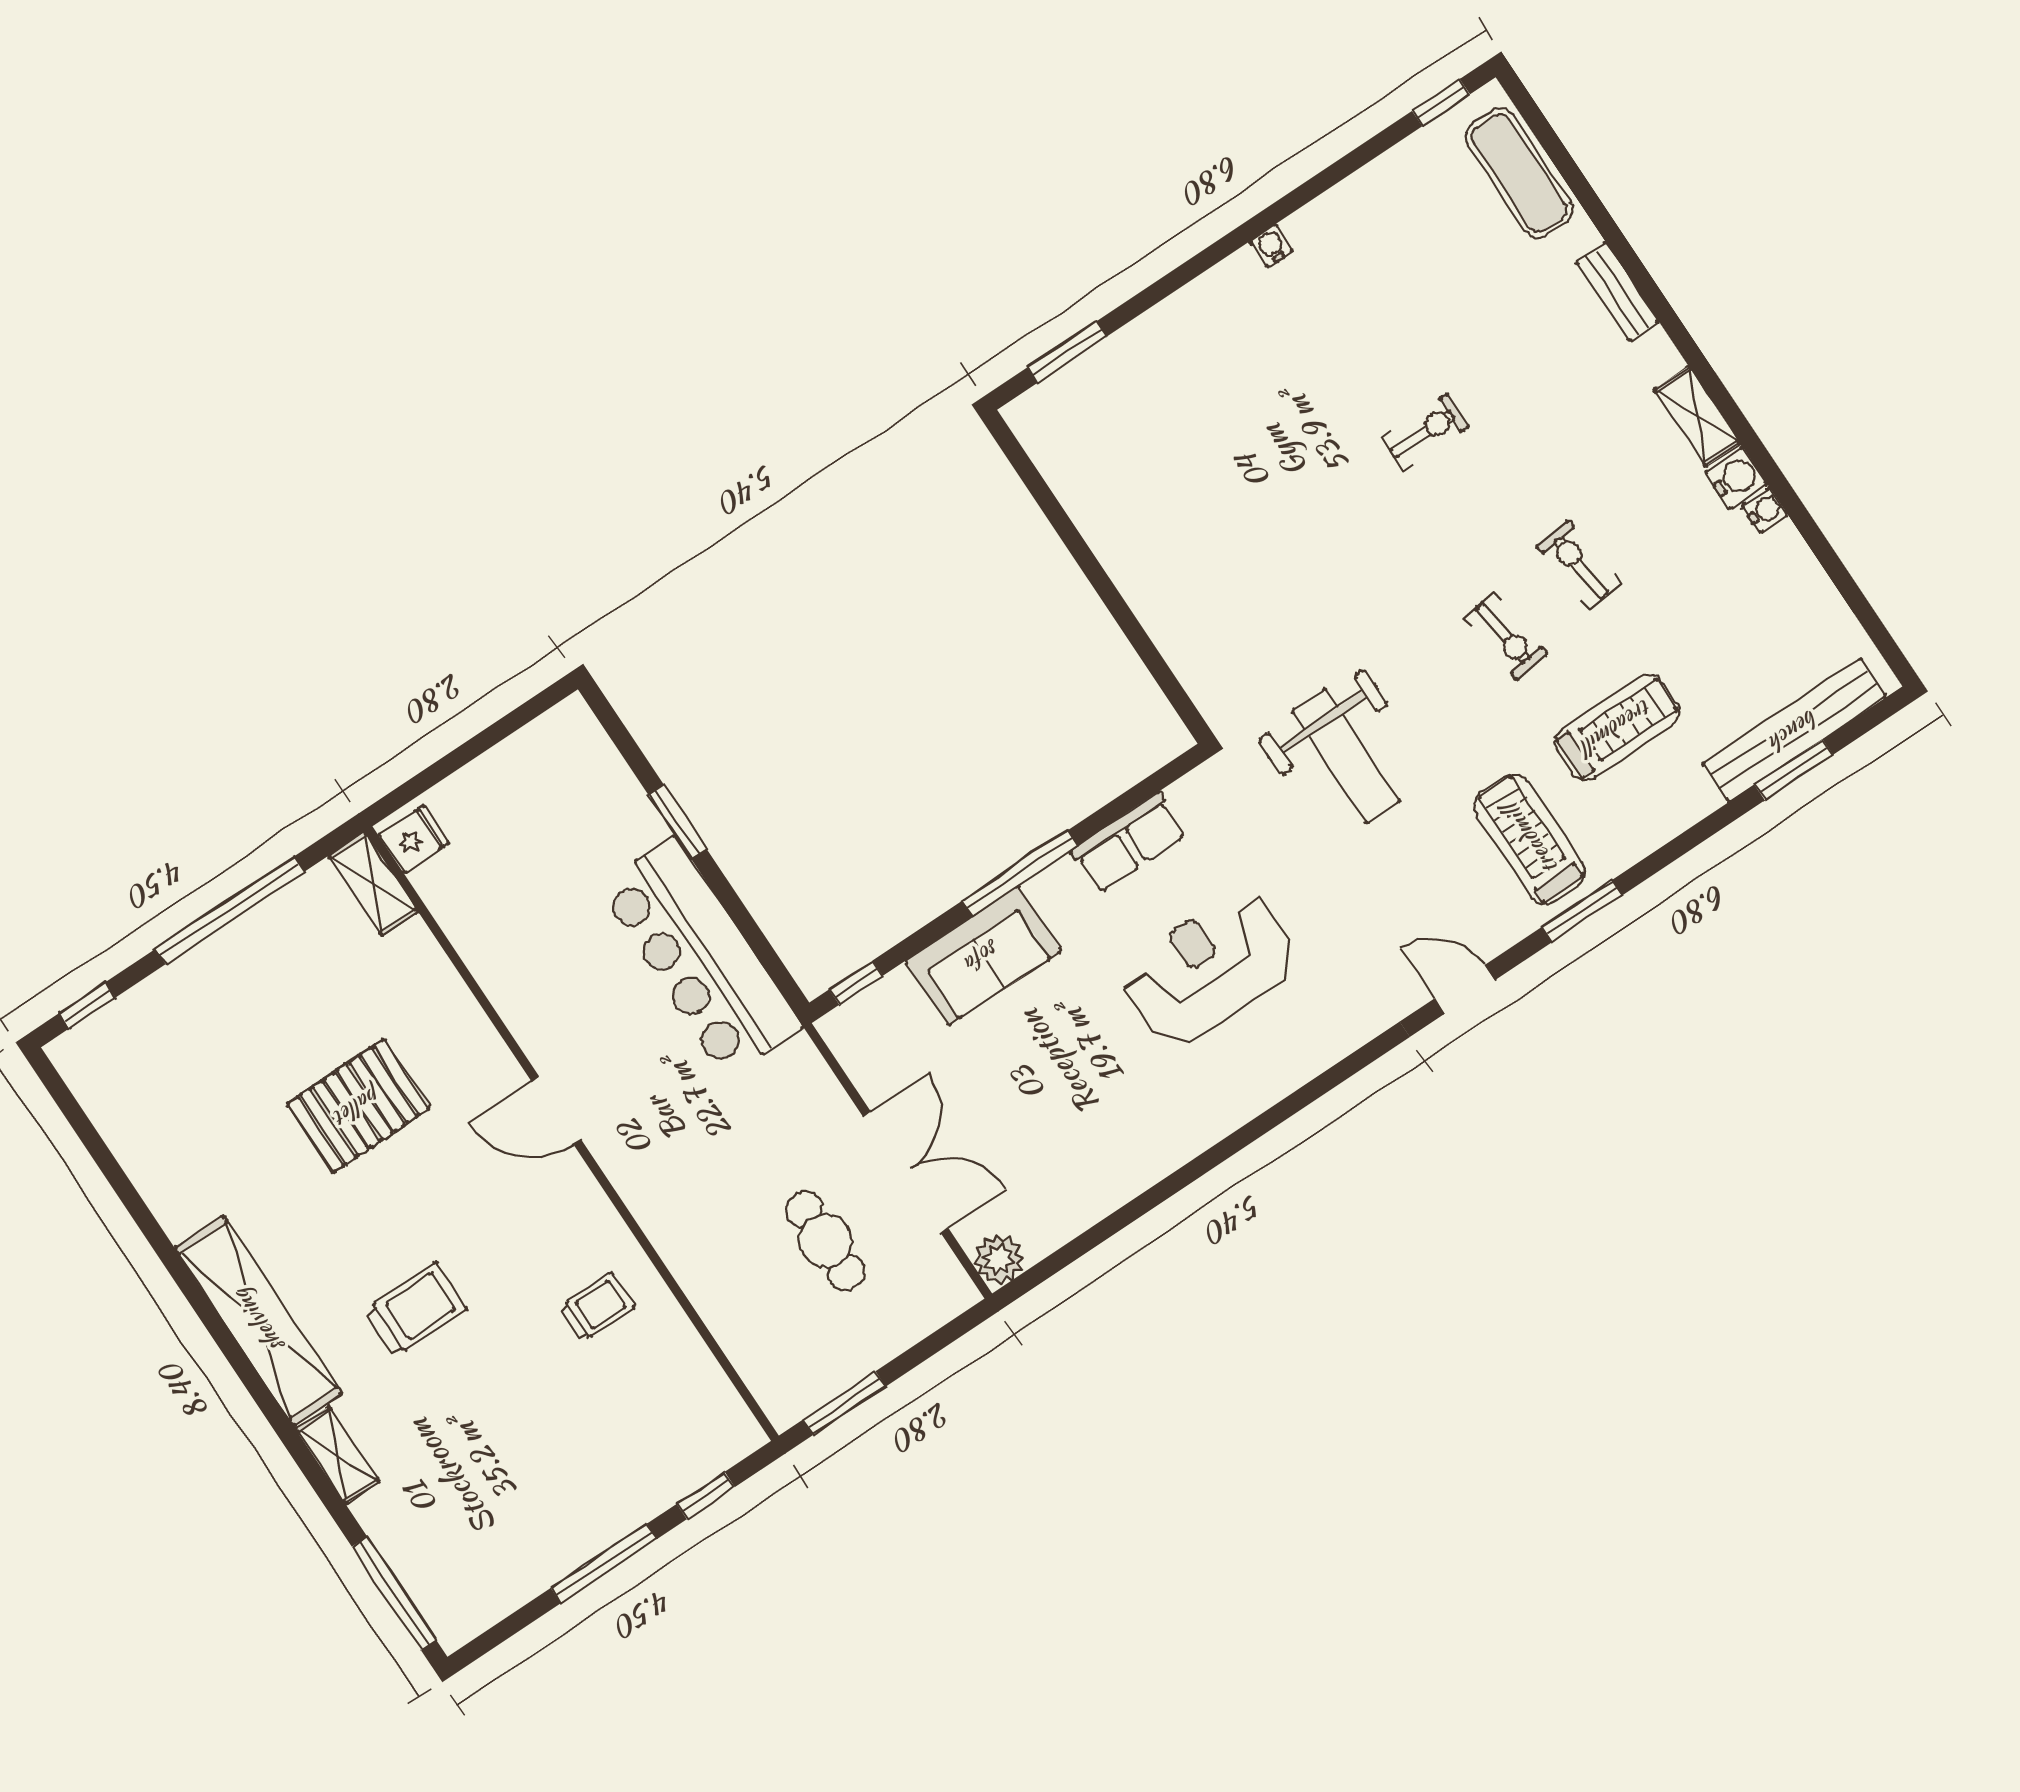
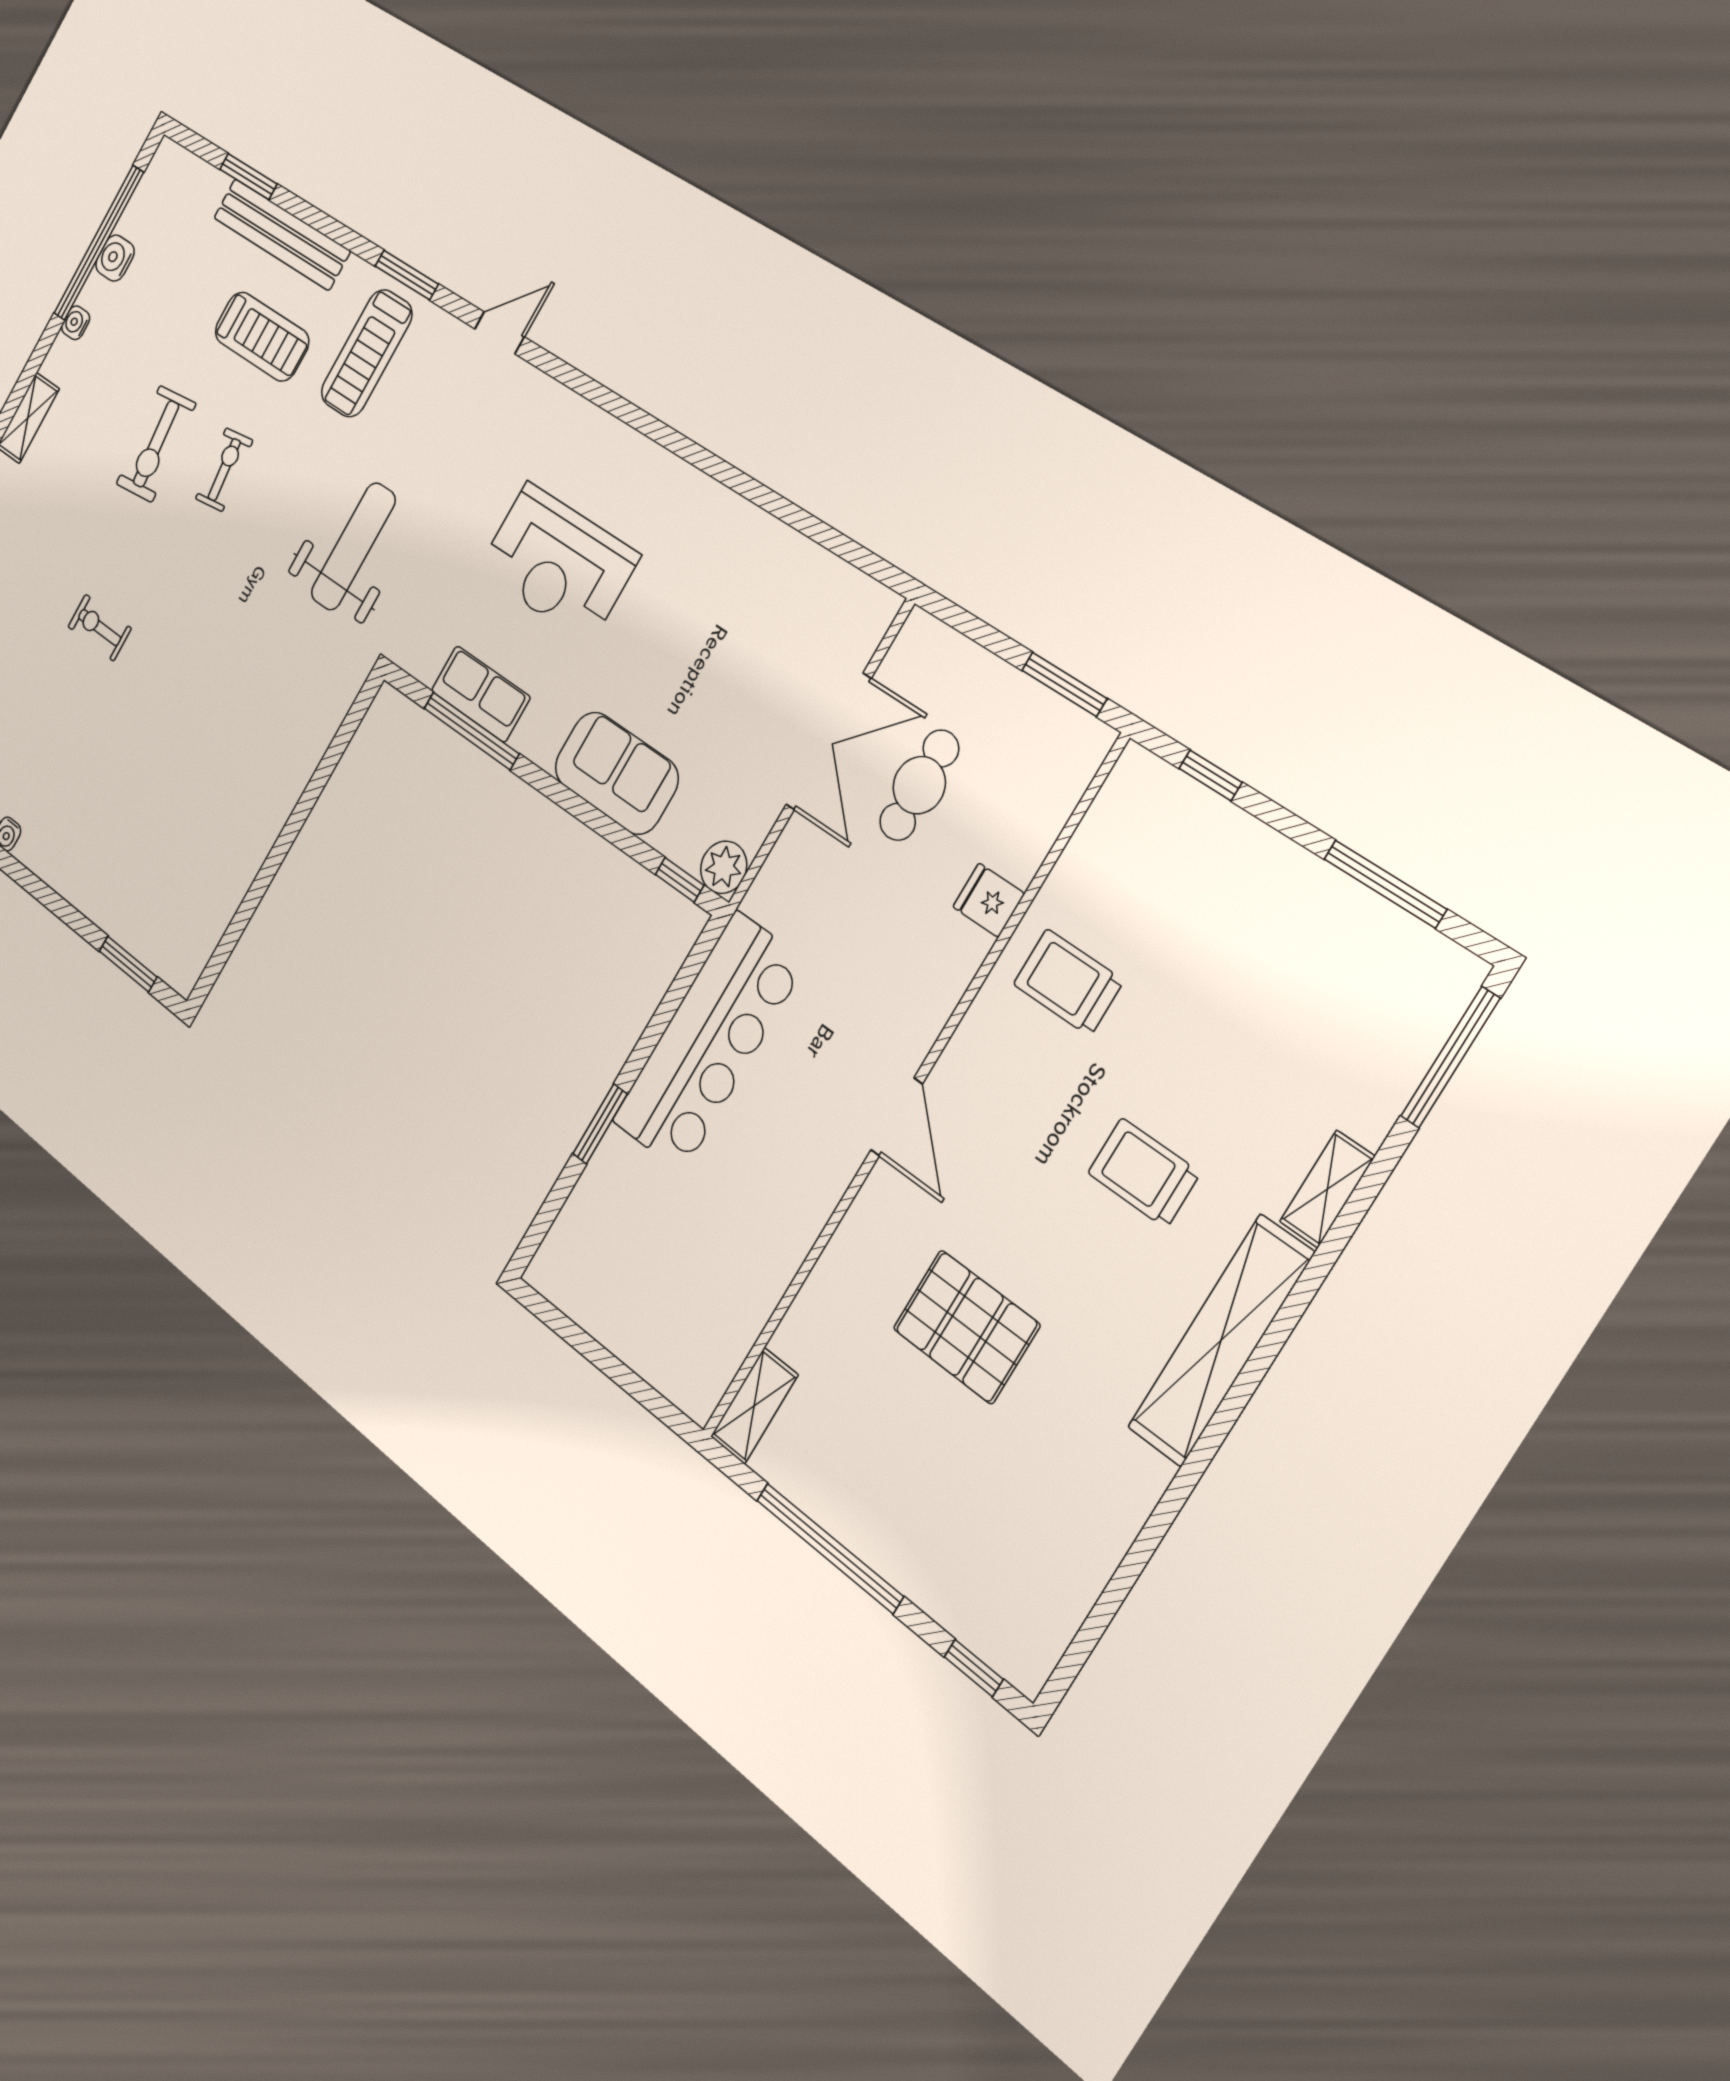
water cooler: (1736, 478) -> (115, 258), moved
exercise bike: (1579, 565) -> (156, 444), width x1.38, depth x1.39
window: (1834, 568) -> (99, 243), added
treadmill: (1617, 727) -> (262, 336), turned 180
bench: (1794, 730) -> (282, 234), moved
fridge: (414, 839) -> (989, 900), moved
window: (1020, 873) -> (471, 731), moved
door: (1465, 989) -> (499, 333), swing flipped
double door: (906, 1172) -> (829, 742), swing flipped
plant: (999, 1259) -> (724, 867), moved
trolley: (597, 1307) -> (1068, 982), width x1.36, depth x1.39
window: (604, 1563) -> (1385, 884), moved

